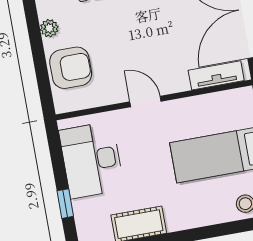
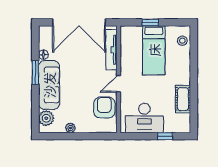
armchair: (71, 68) -> (104, 107), moved
tv unit: (216, 75) -> (111, 50), width x1.41

